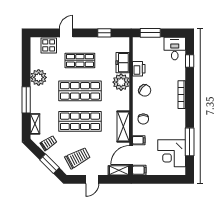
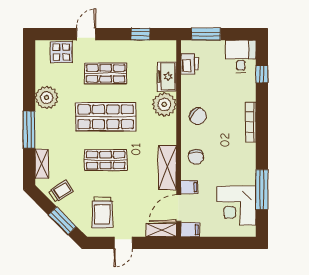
printer: (139, 69) -> (190, 64), moved
shop shelf: (80, 121) -> (106, 160), width x0.70, depth x0.74
trolley: (78, 158) -> (102, 212), turned 118

